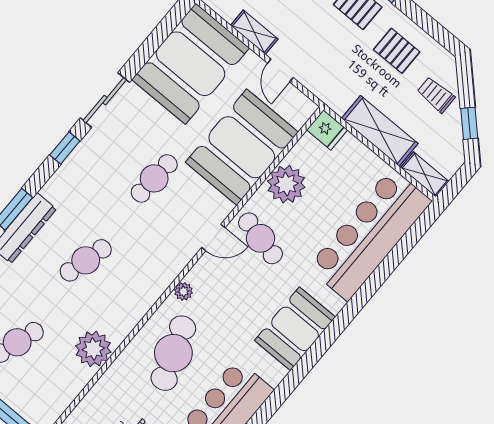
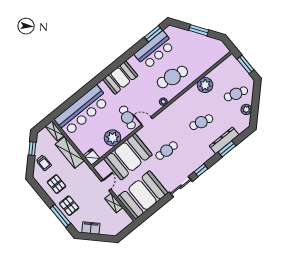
cafe table: (173, 353) -> (172, 77), turned 30

